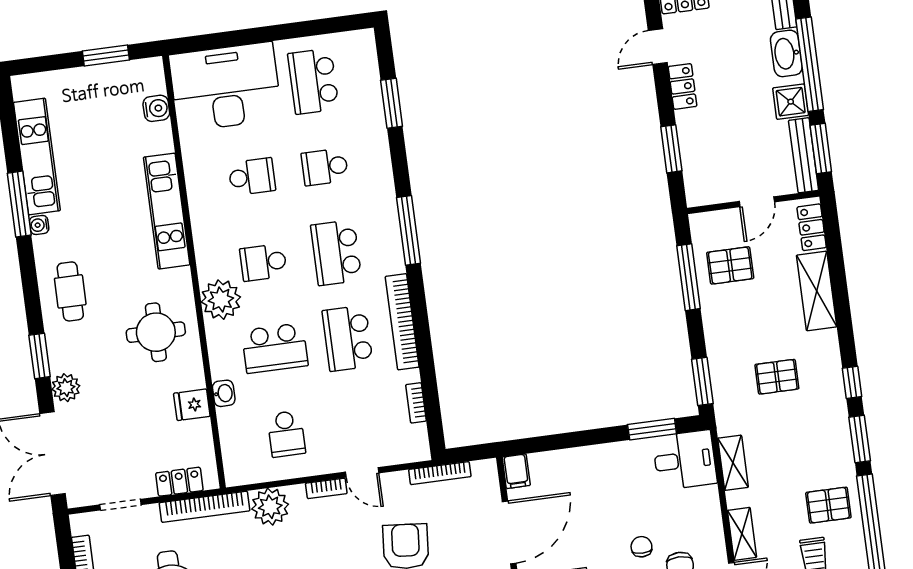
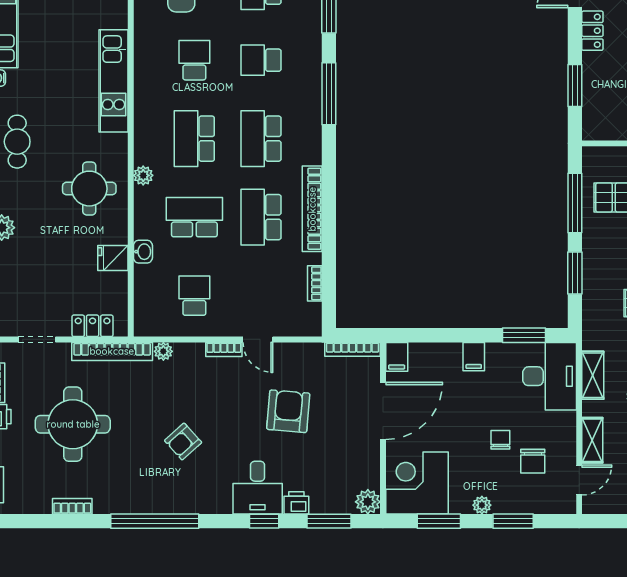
school desk: (252, 177) -> (194, 60), turned -90
window: (409, 230) -> (329, 94), moved
school desk: (263, 262) -> (194, 139), width x1.85
plant: (221, 300) -> (143, 175), width x0.53, depth x0.53
school desk: (275, 348) -> (194, 217), turned 180
window: (702, 381) -> (575, 273), moved
school desk: (286, 434) -> (194, 296), turned 180
filing cabinet: (600, 460) -> (474, 357), added
desk: (685, 460) -> (550, 376), width x1.37
bookcase: (440, 473) -> (353, 349), moved
plant: (270, 507) -> (163, 351), width x0.53, depth x0.53

